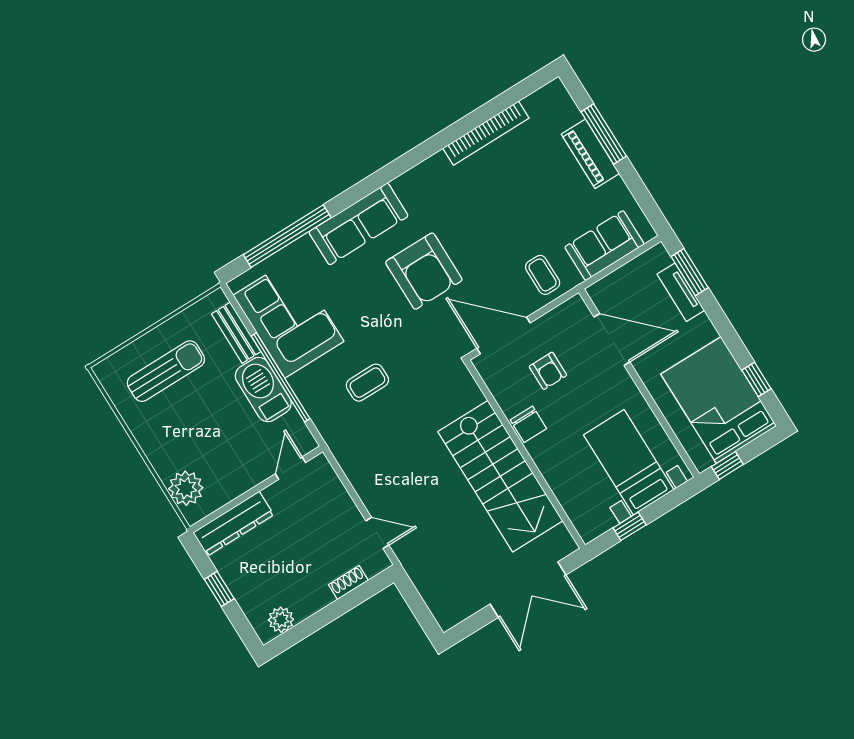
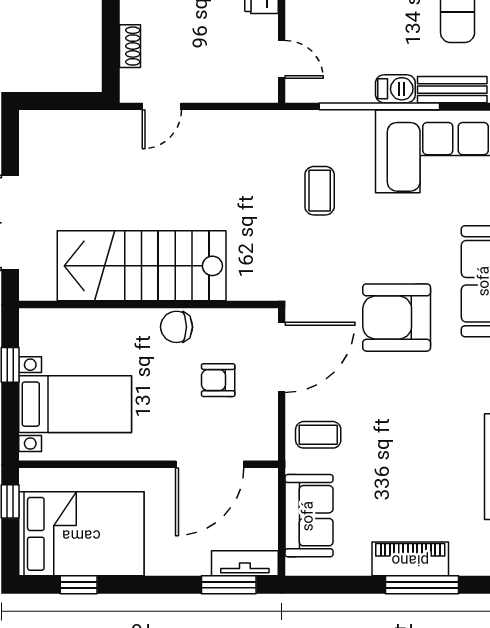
tv unit: (681, 292) -> (245, 563), moved
barbecue: (263, 390) -> (395, 89), width x0.53, depth x0.65

